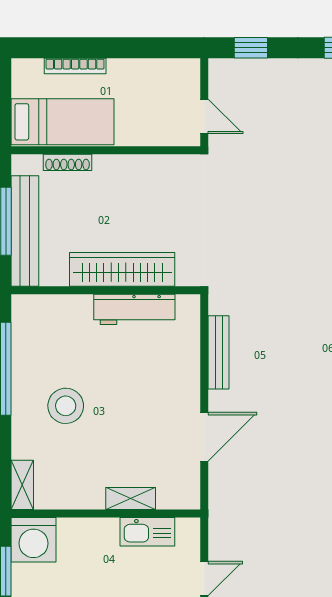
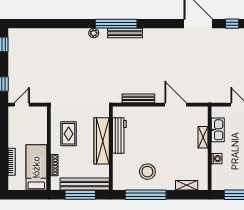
door: (204, 116) -> (22, 105), moved
rug: (138, 195) -> (69, 134), added
stool: (66, 406) -> (147, 172), moved
shelving: (22, 485) -> (187, 185), moved
washing machine: (33, 540) -> (217, 159), moved, width x0.53, depth x0.53

